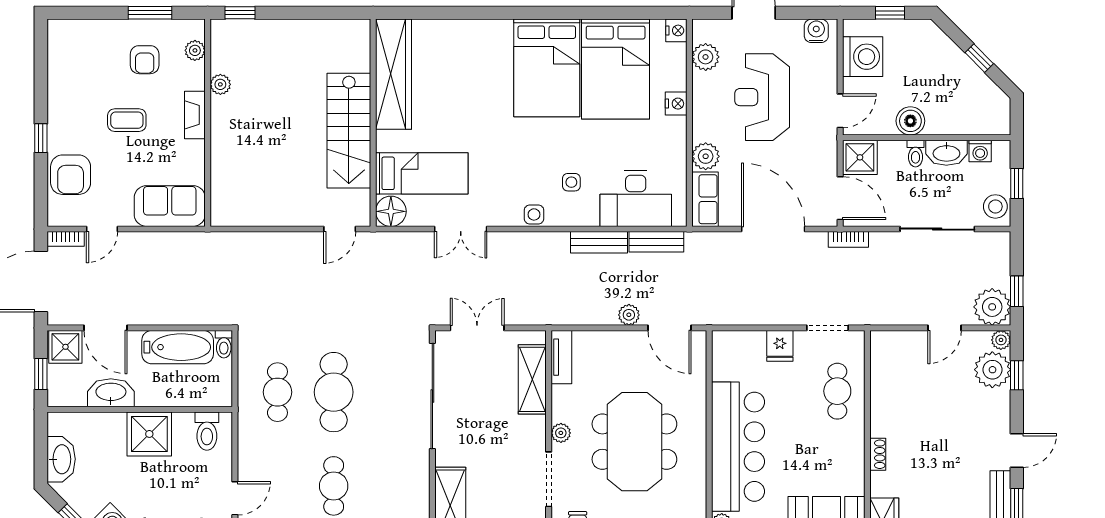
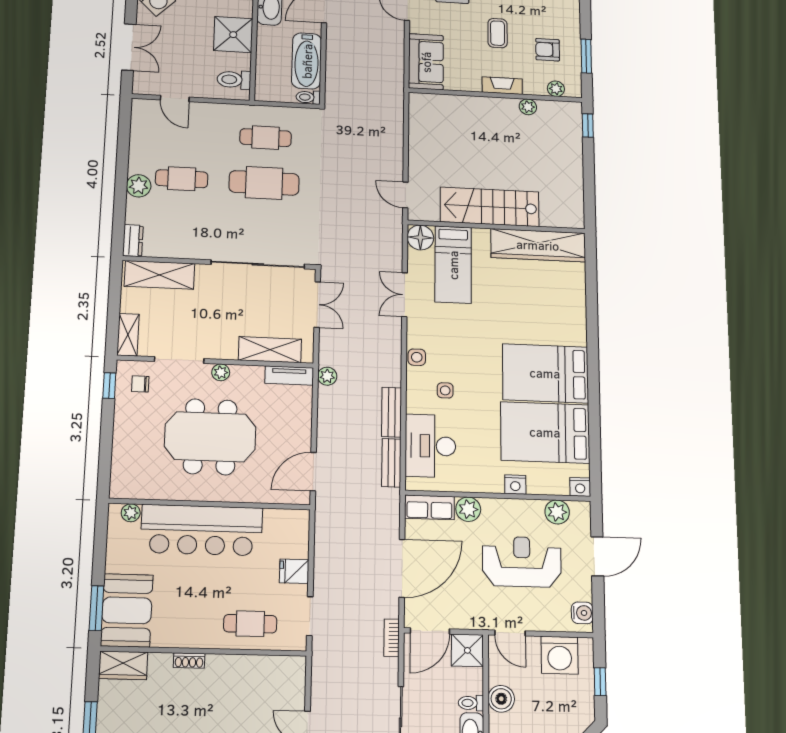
plant: (629, 315) -> (327, 376), moved

